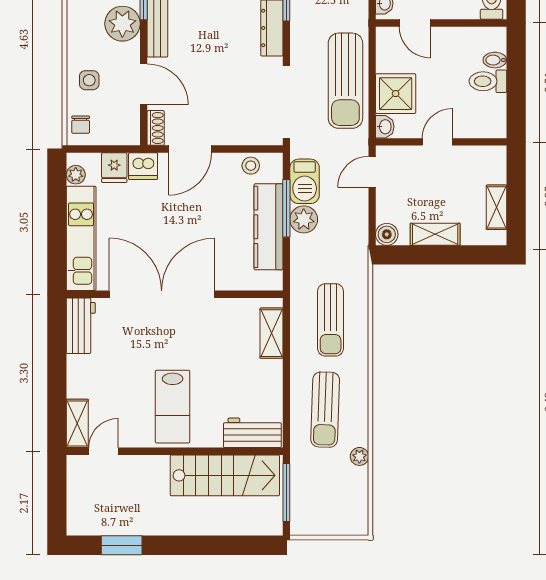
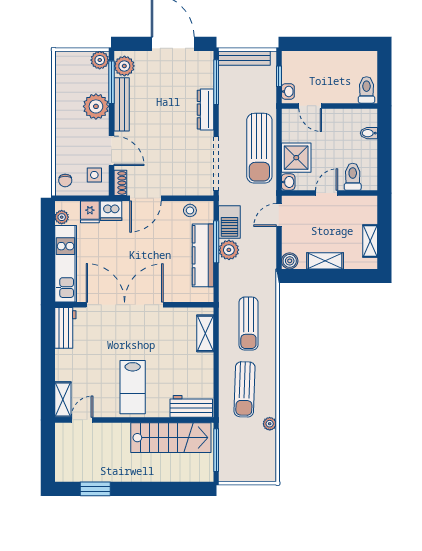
side table: (89, 80) -> (94, 175), moved
toilet: (488, 81) -> (353, 177), moved, turned 90

